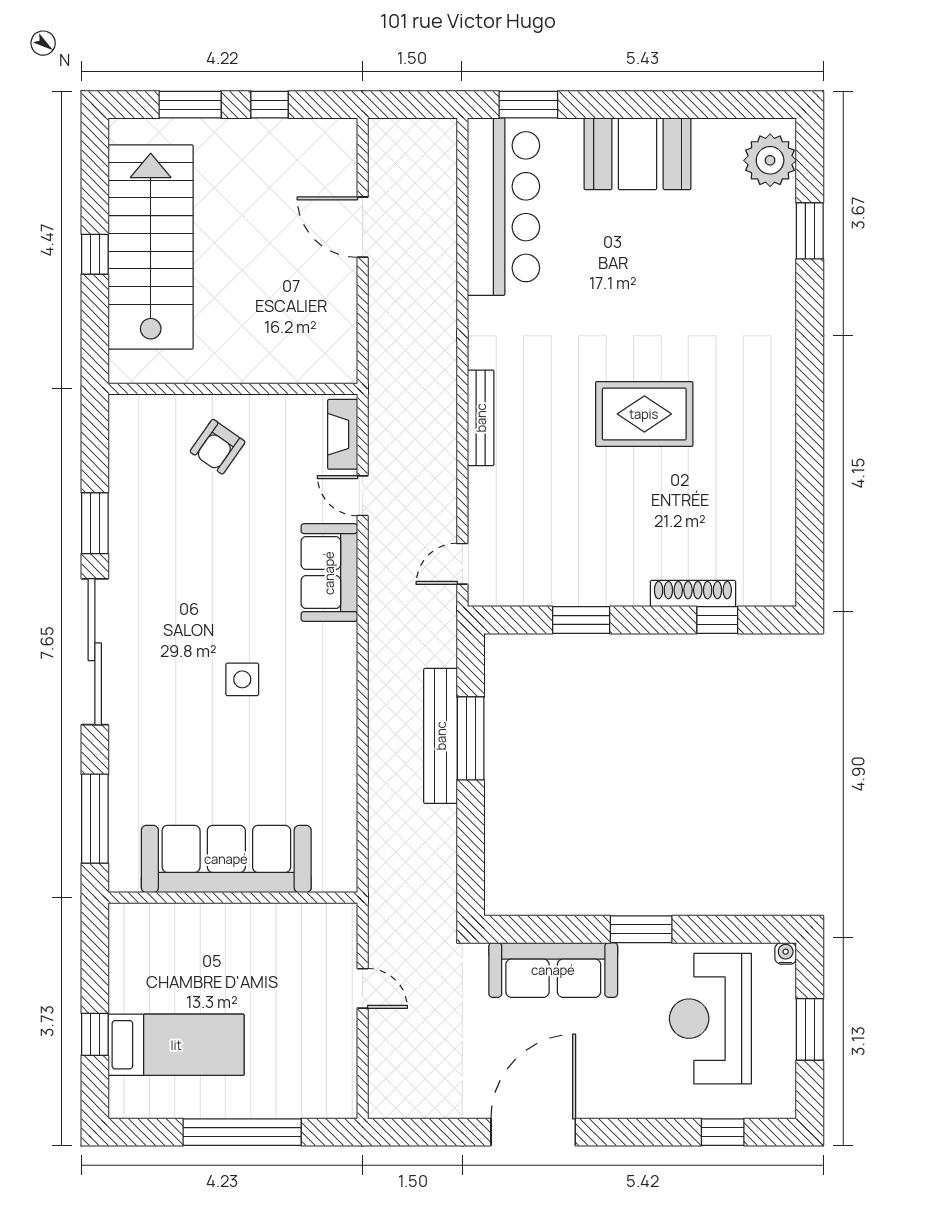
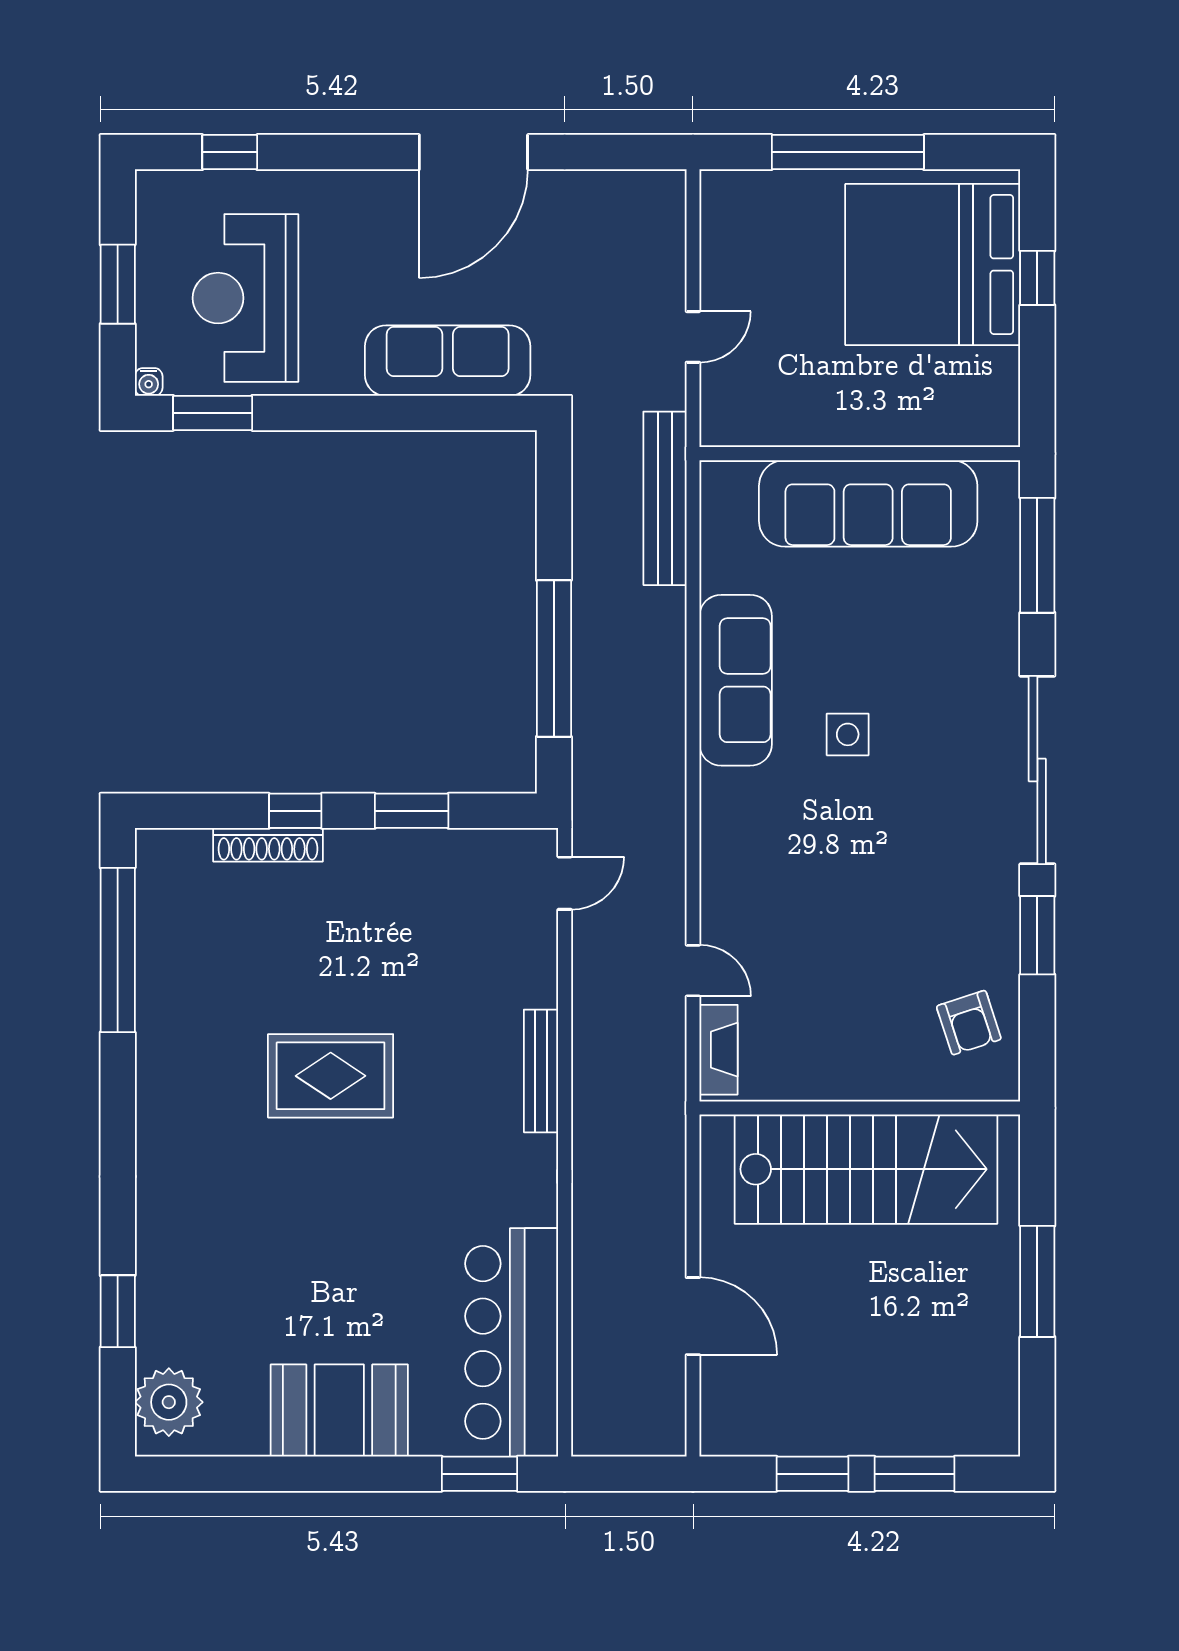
window: (270, 105) -> (812, 1474), width x1.50
stairs: (151, 247) -> (866, 1169), moved, turned -90
window: (95, 254) -> (1037, 1281), width x2.17
armchair: (218, 447) -> (969, 1023), moved, turned 127
window: (810, 512) -> (118, 950), added
sofa: (329, 573) -> (736, 680), moved, width x1.36
window: (717, 620) -> (295, 811), moved
bench: (441, 736) -> (665, 498), moved
window: (471, 738) -> (554, 658), width x1.46
window: (641, 929) -> (213, 413), moved
door: (363, 988) -> (693, 337), swing flipped
reception desk: (710, 1019) -> (245, 298), turned 180
bed: (176, 1045) -> (933, 264), width x2.04

